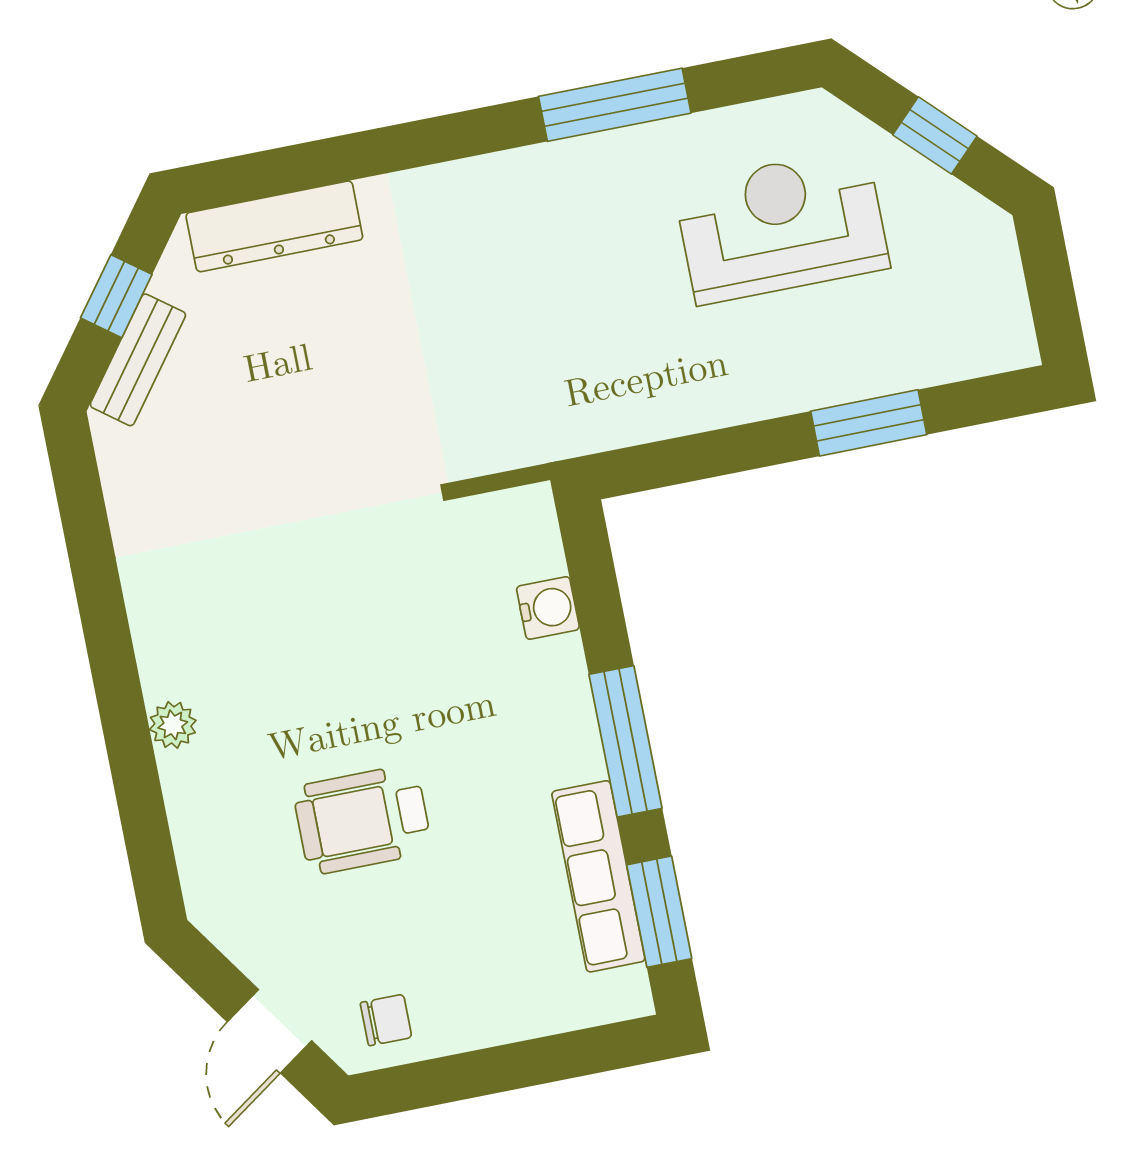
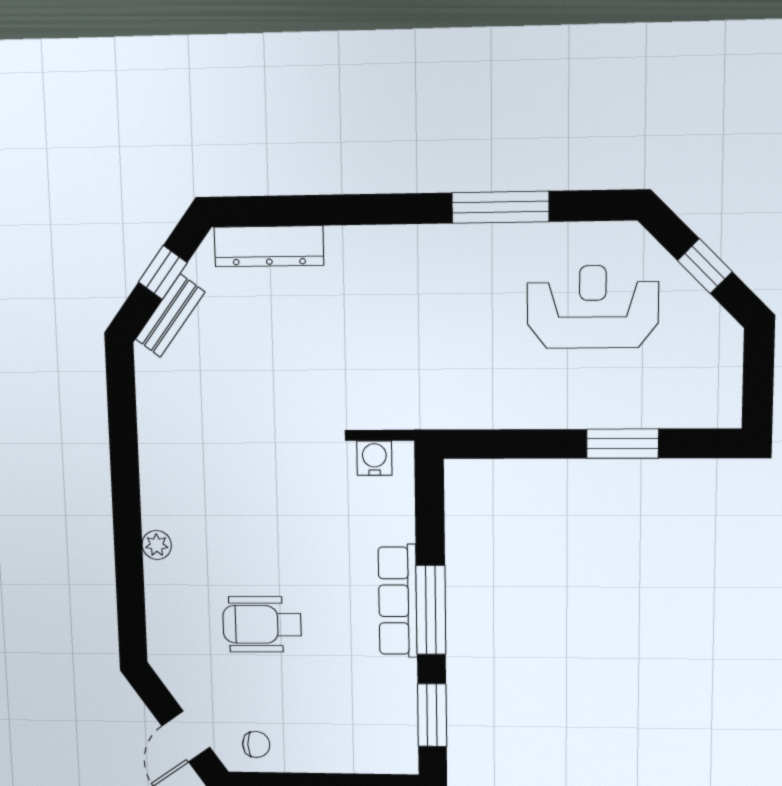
water cooler: (548, 608) -> (374, 458), moved, turned -90
row of seats: (598, 876) -> (398, 601), moved

